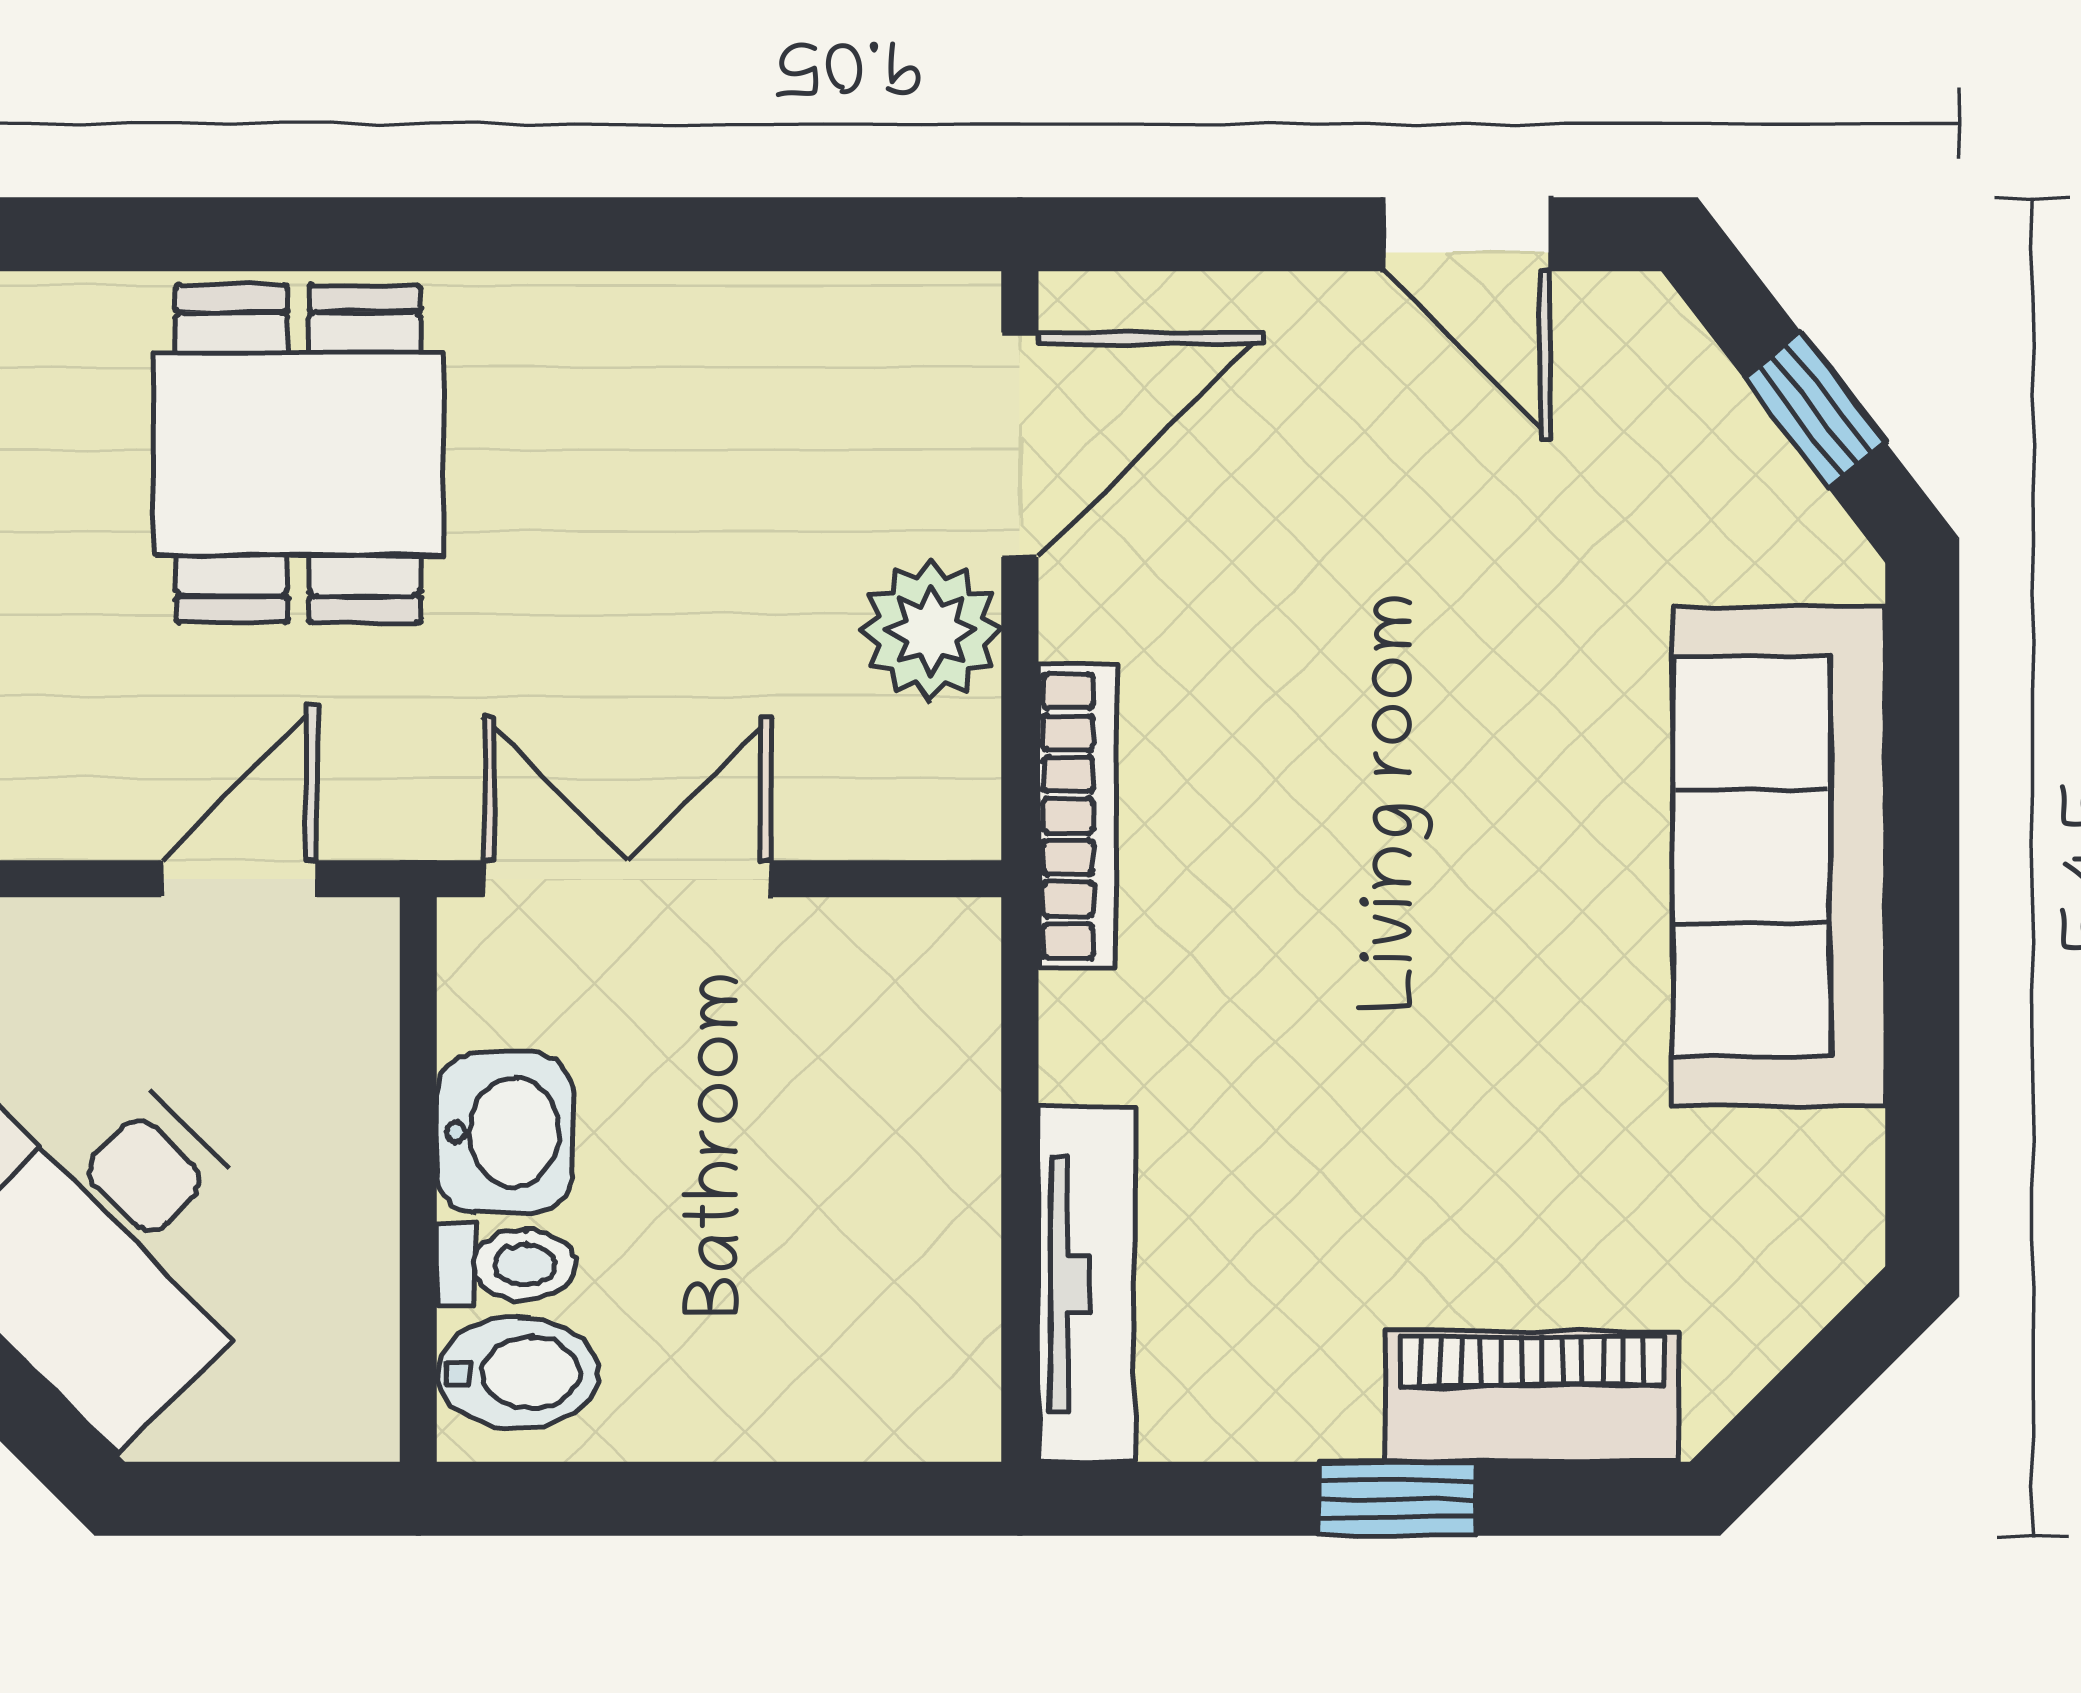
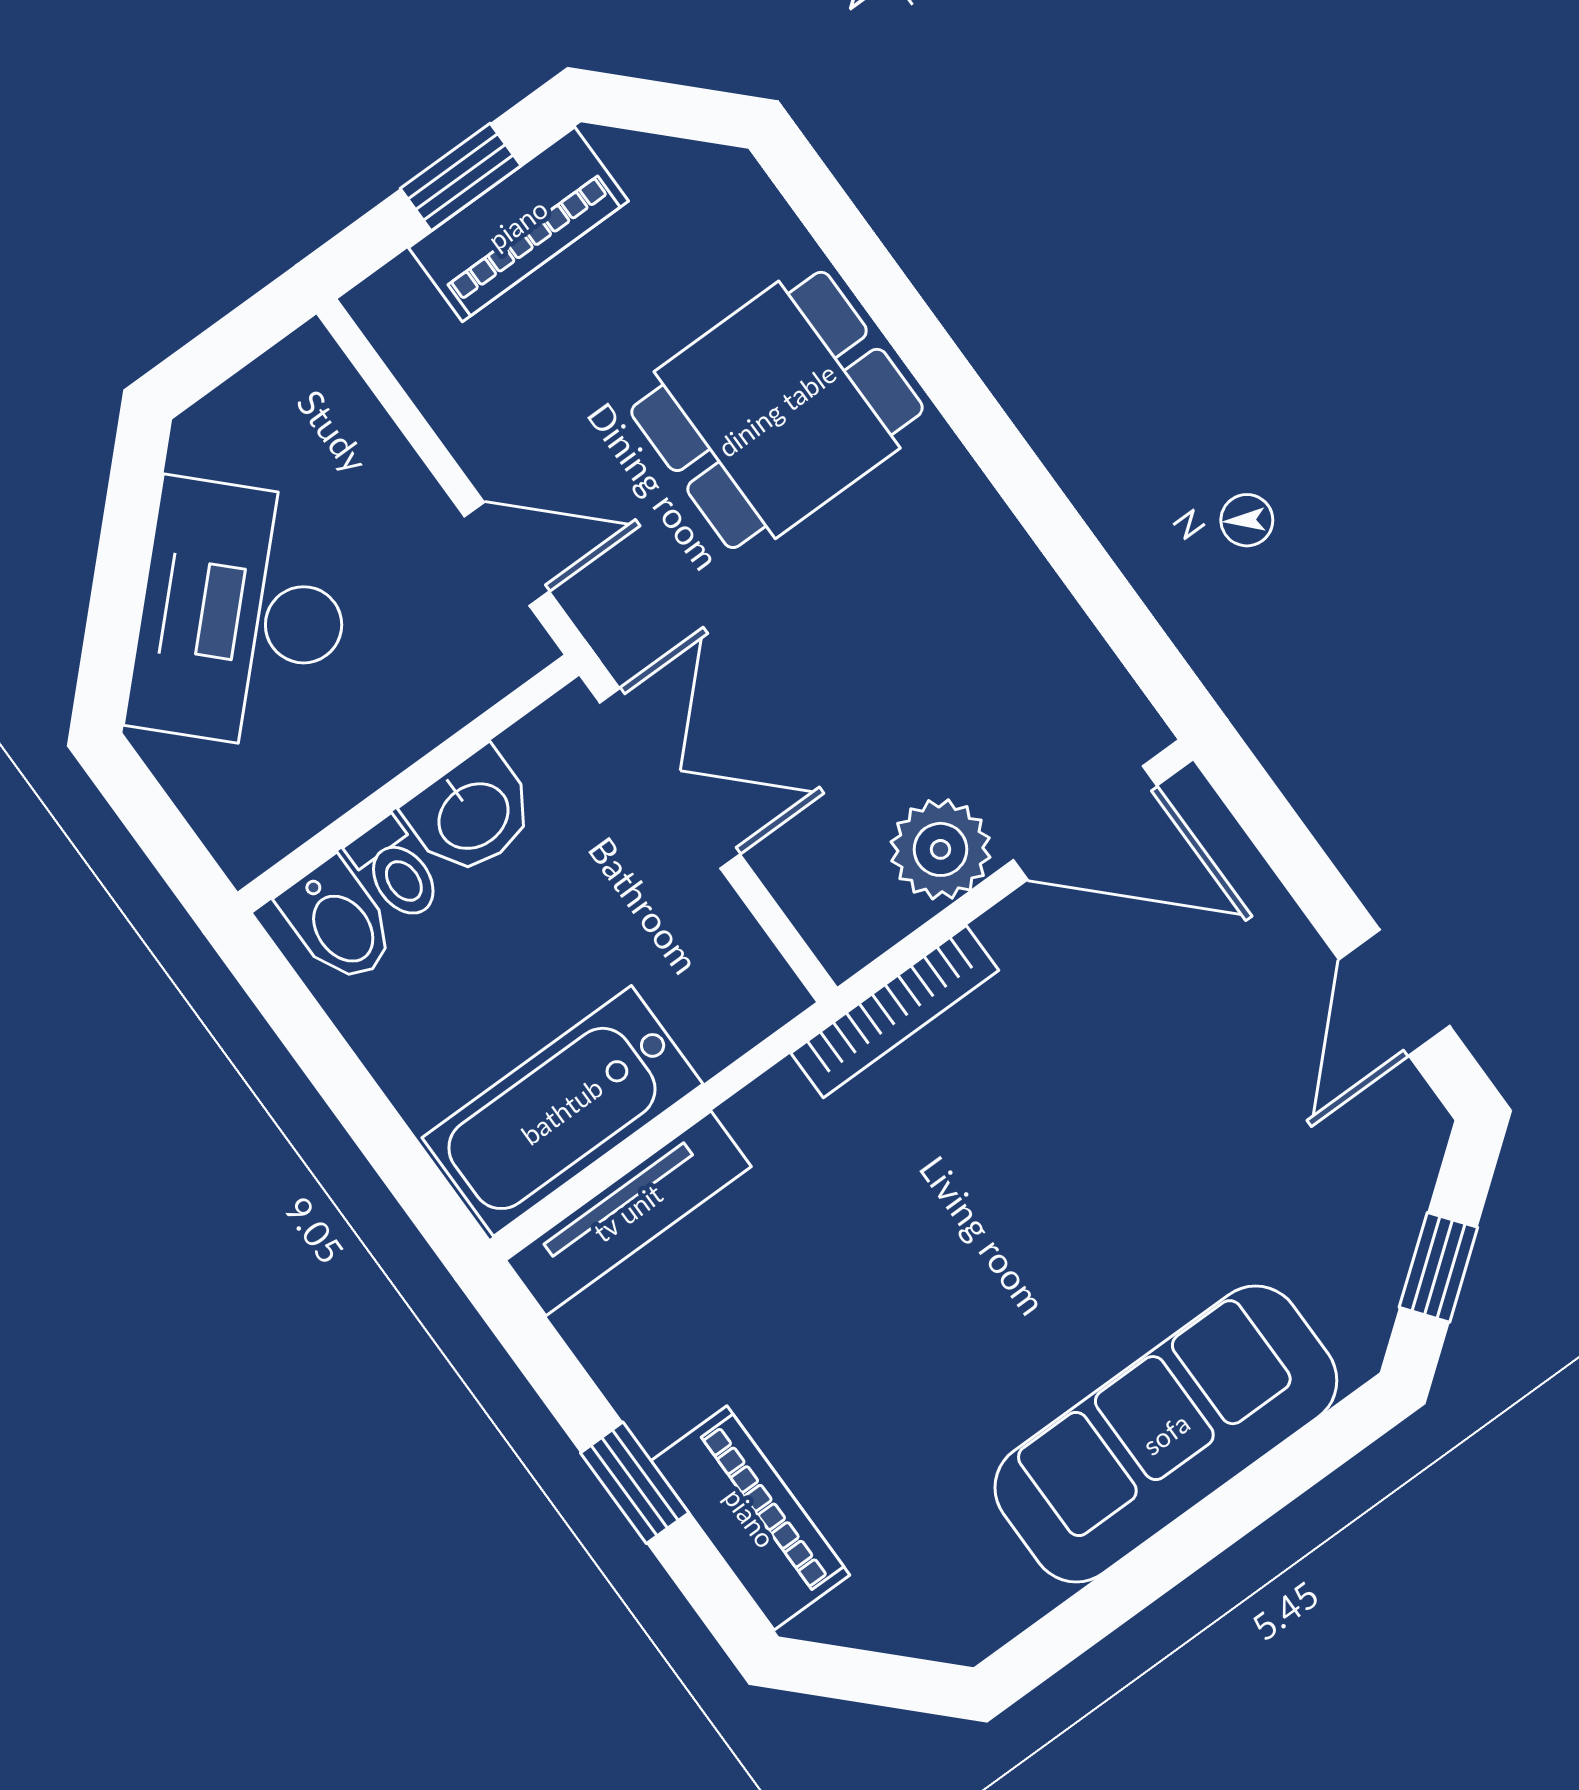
bathtub: (916, 1274) -> (562, 1111), added

